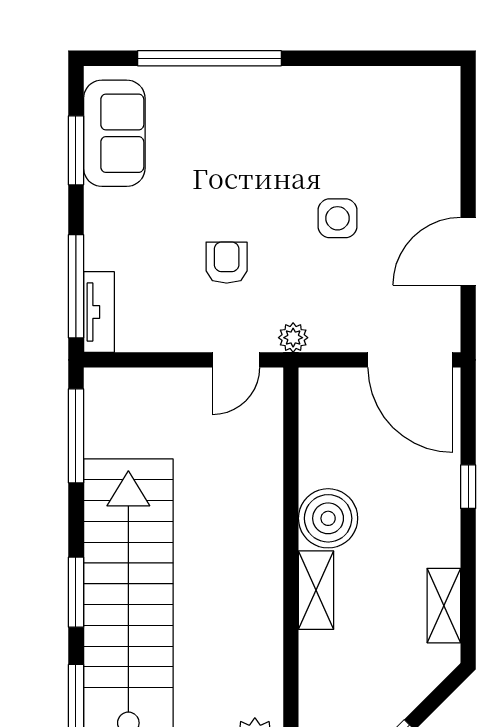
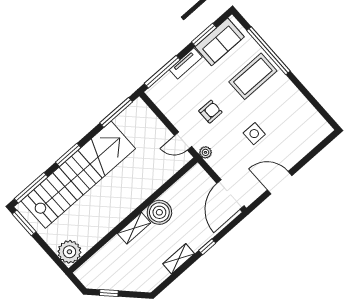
coffee table: (231, 128) -> (253, 76), added
tv unit: (99, 312) -> (186, 63), moved
shelving: (444, 606) -> (179, 259), moved

